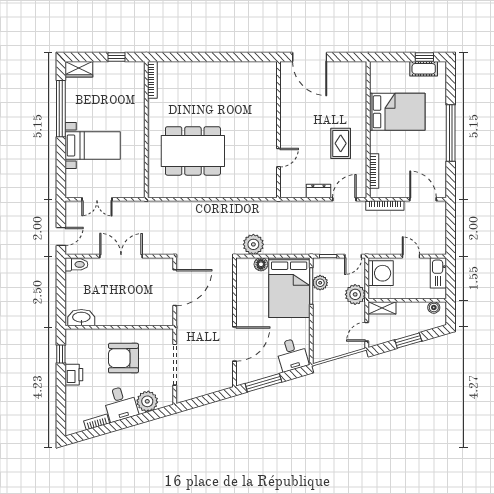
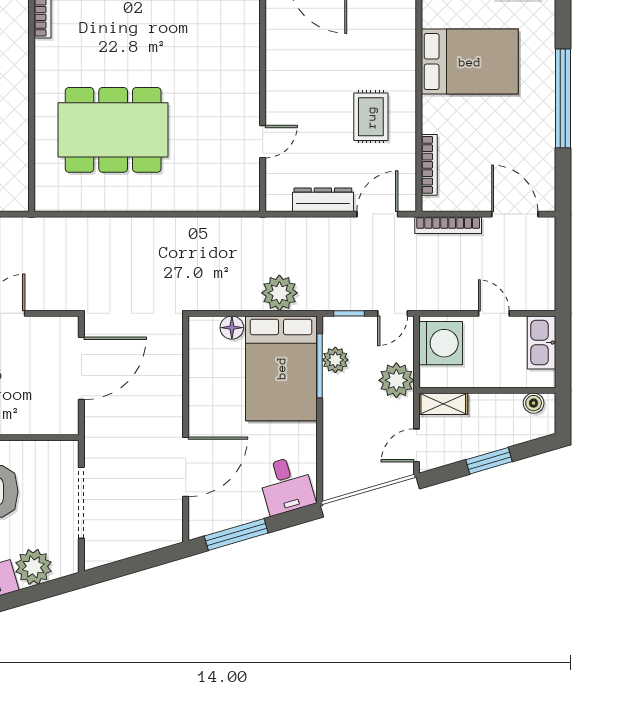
dresser: (318, 191) -> (323, 200), width x1.44
plant: (253, 244) -> (279, 293), moved

